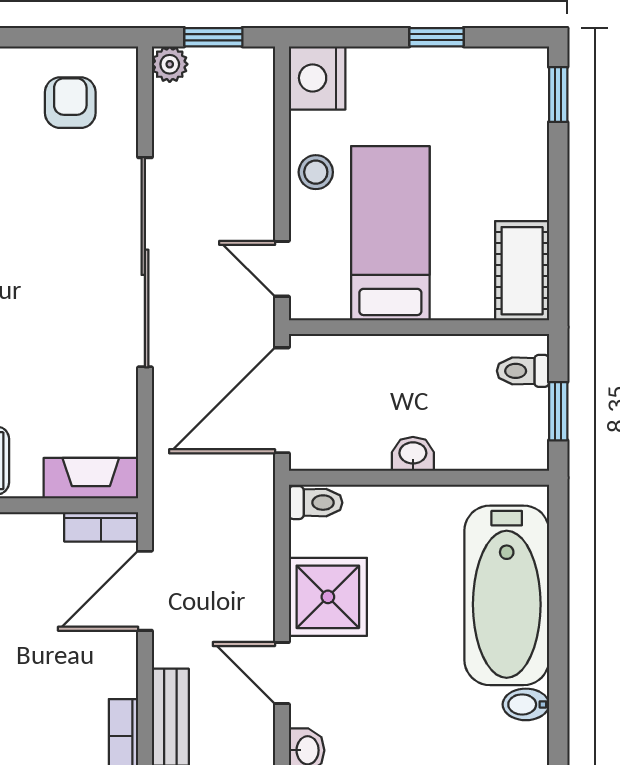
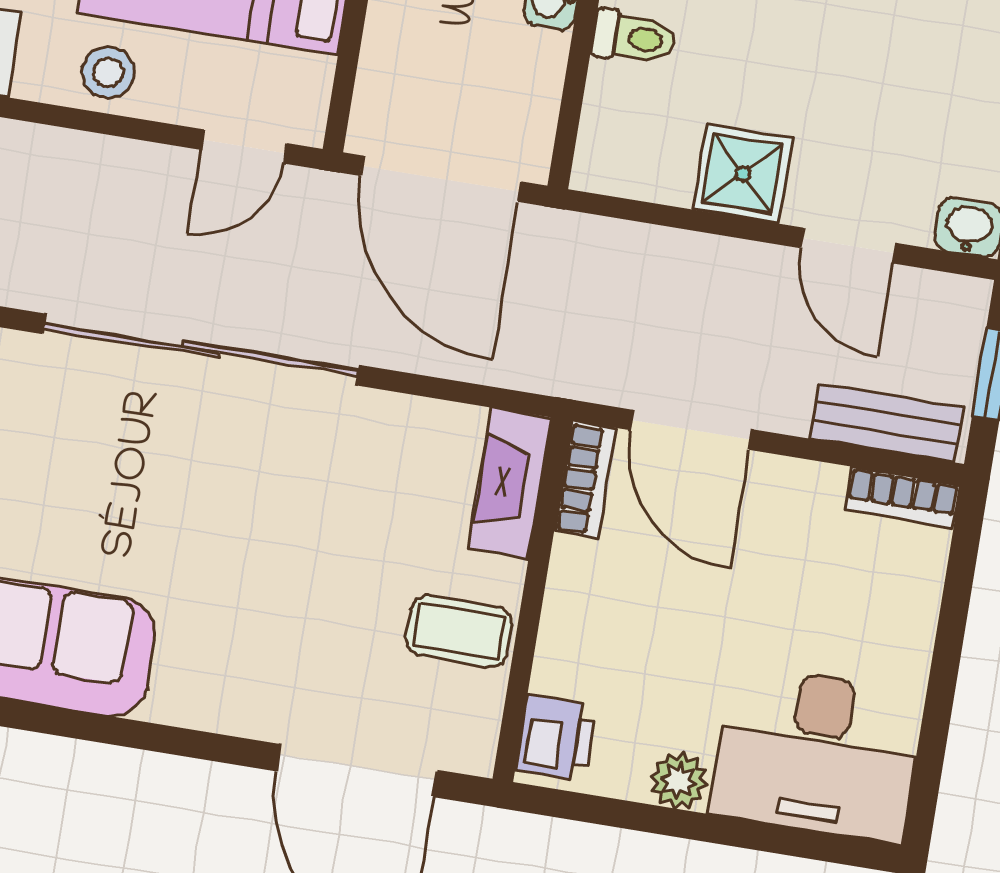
toilet: (316, 503) -> (634, 37), moved, turned 90
shower: (328, 597) -> (743, 174), width x0.73, depth x0.73
door: (282, 673) -> (848, 245), hinge flipped

